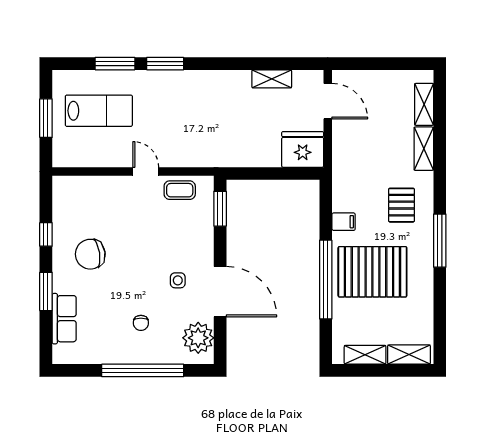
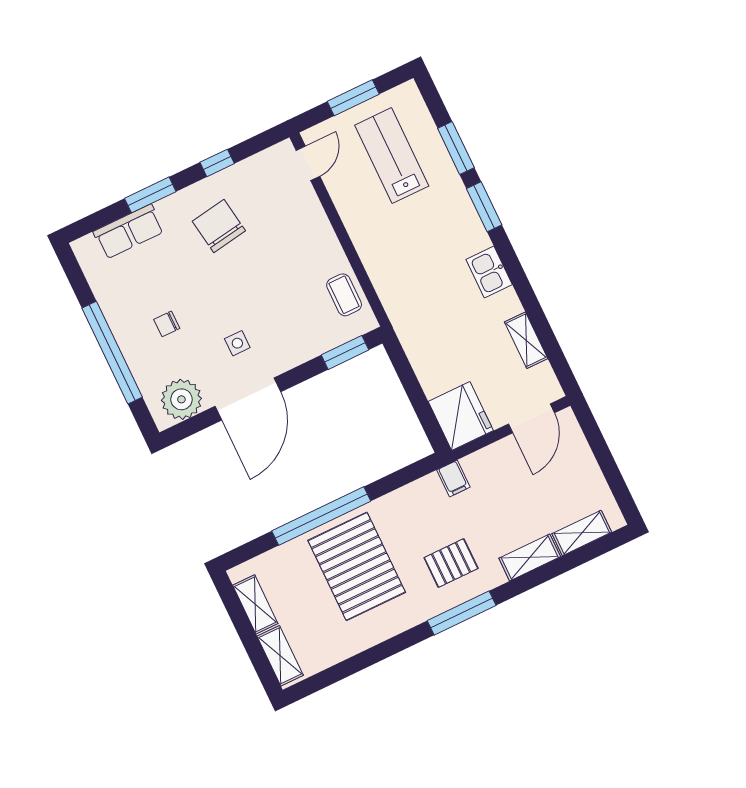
kitchen sink: (212, 82) -> (489, 272), added
lab bench: (99, 111) -> (392, 156), turned 180
door: (146, 171) -> (308, 163), moved
filing cabinet: (344, 222) -> (453, 478), moved
window: (440, 241) -> (462, 613), moved

